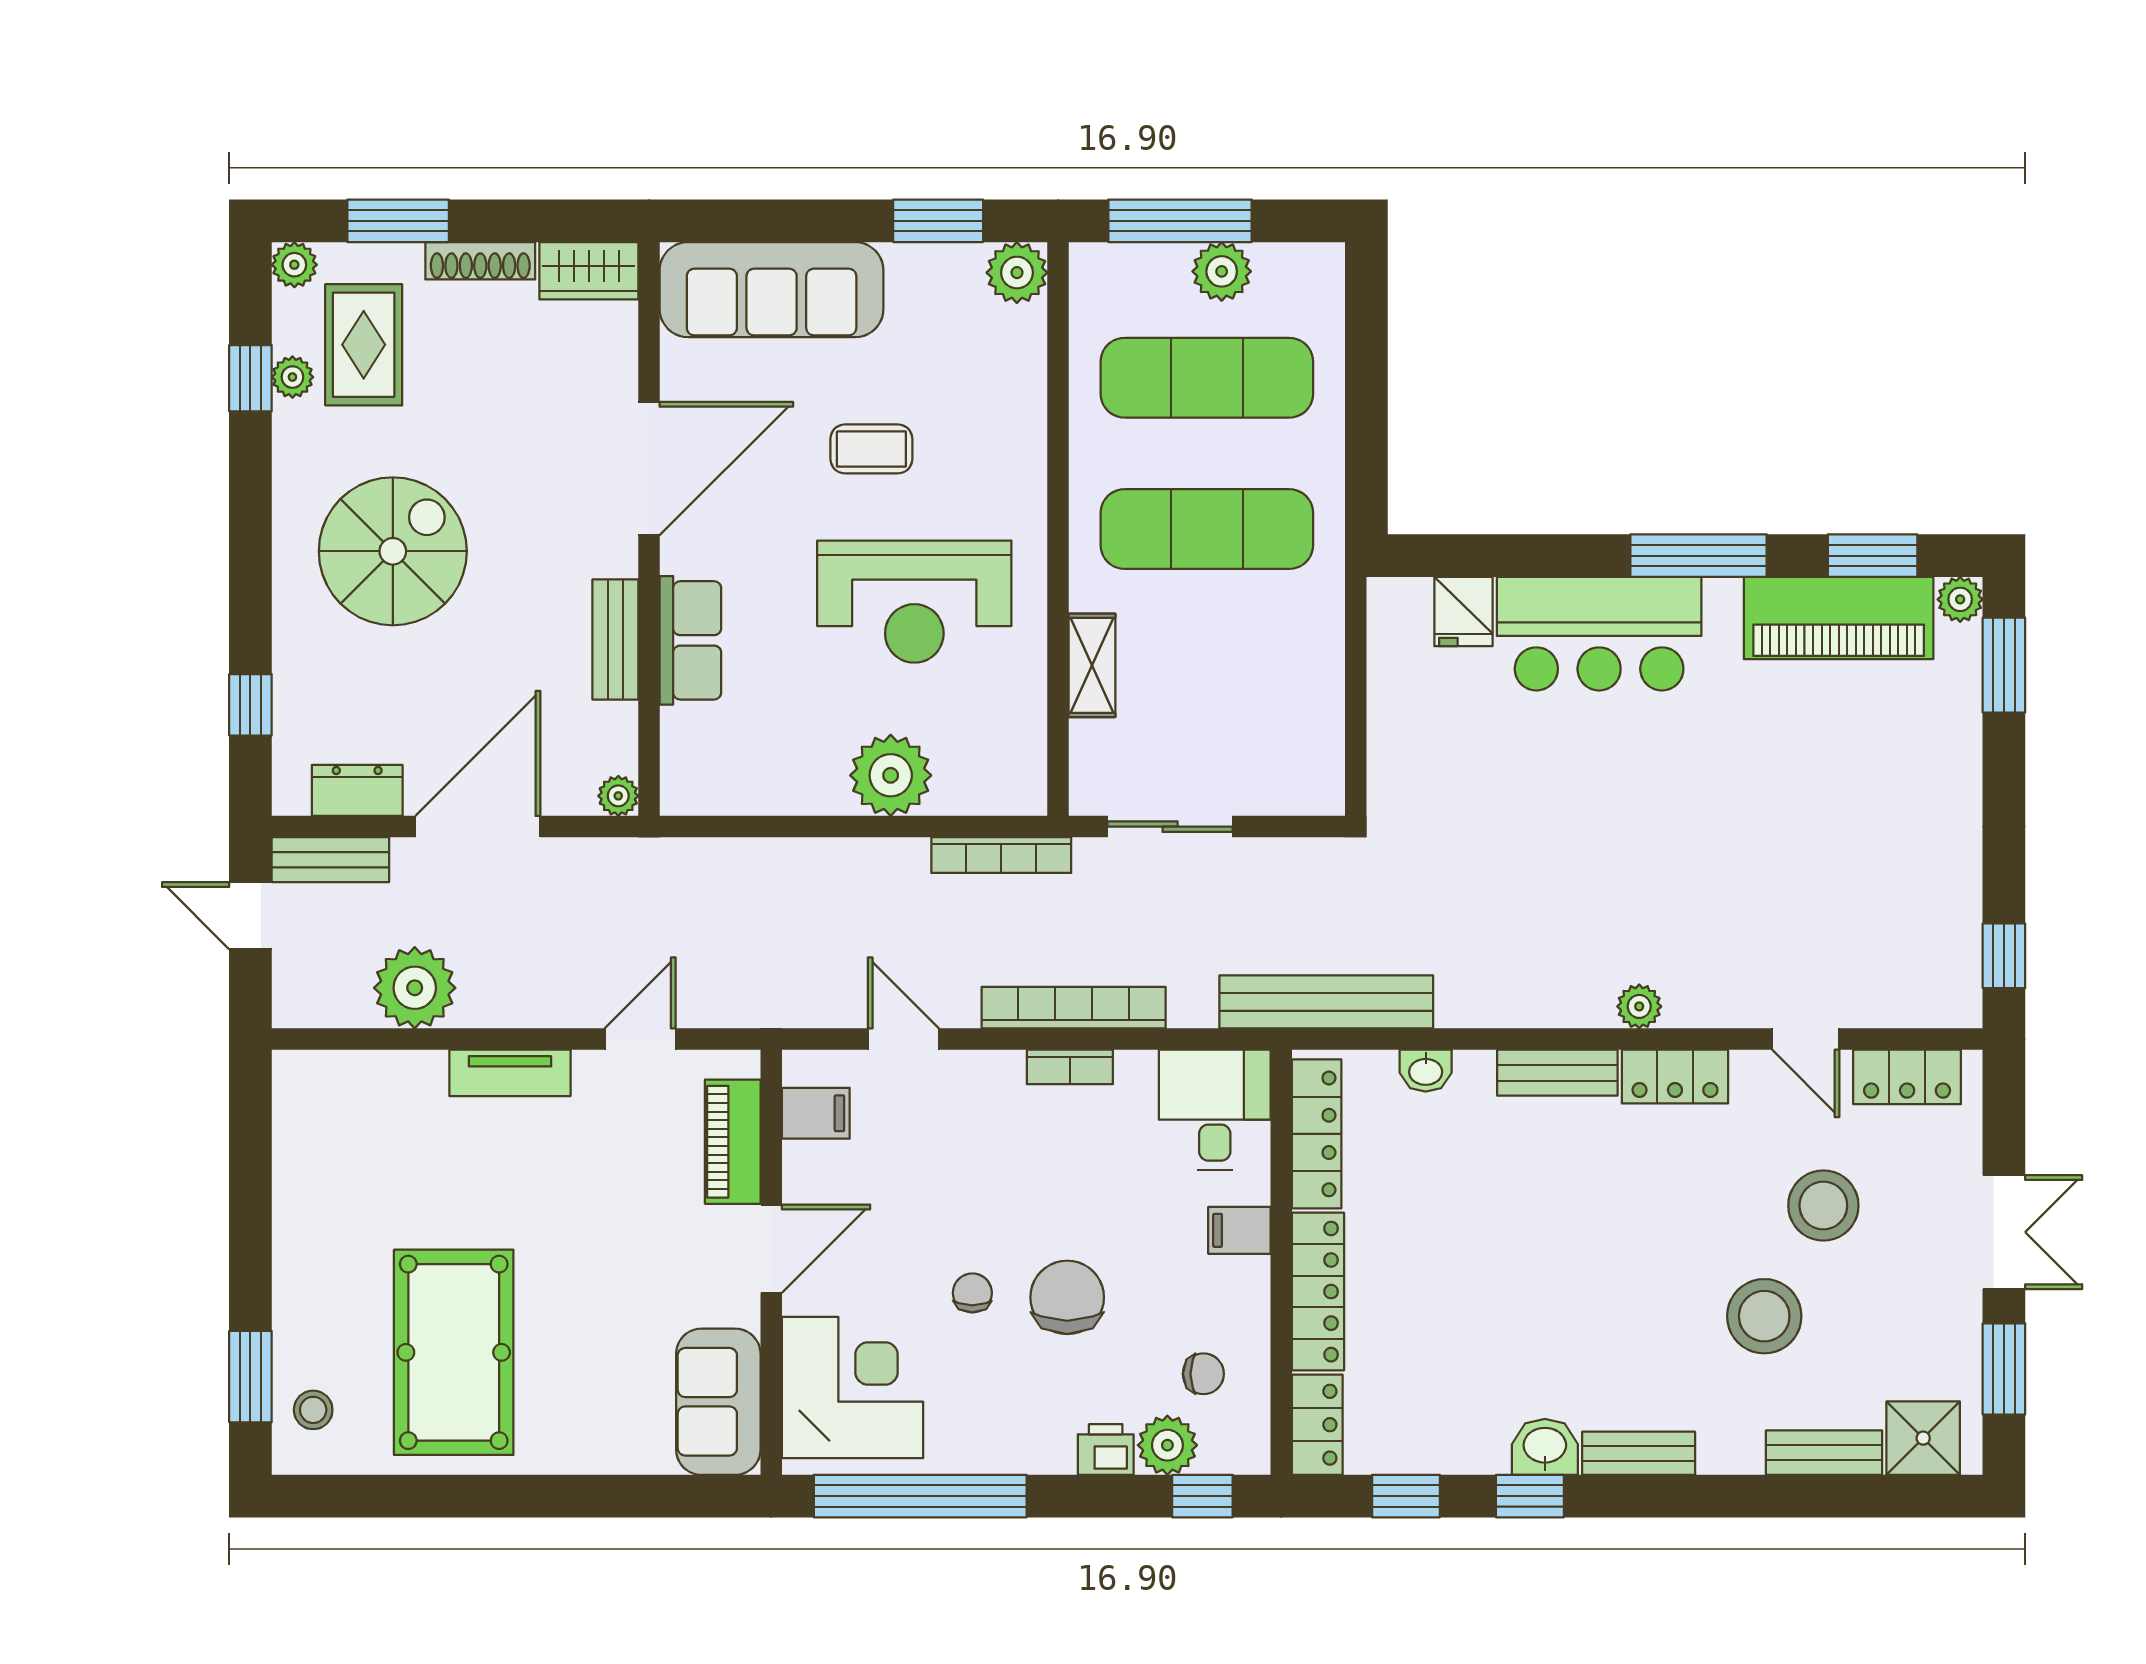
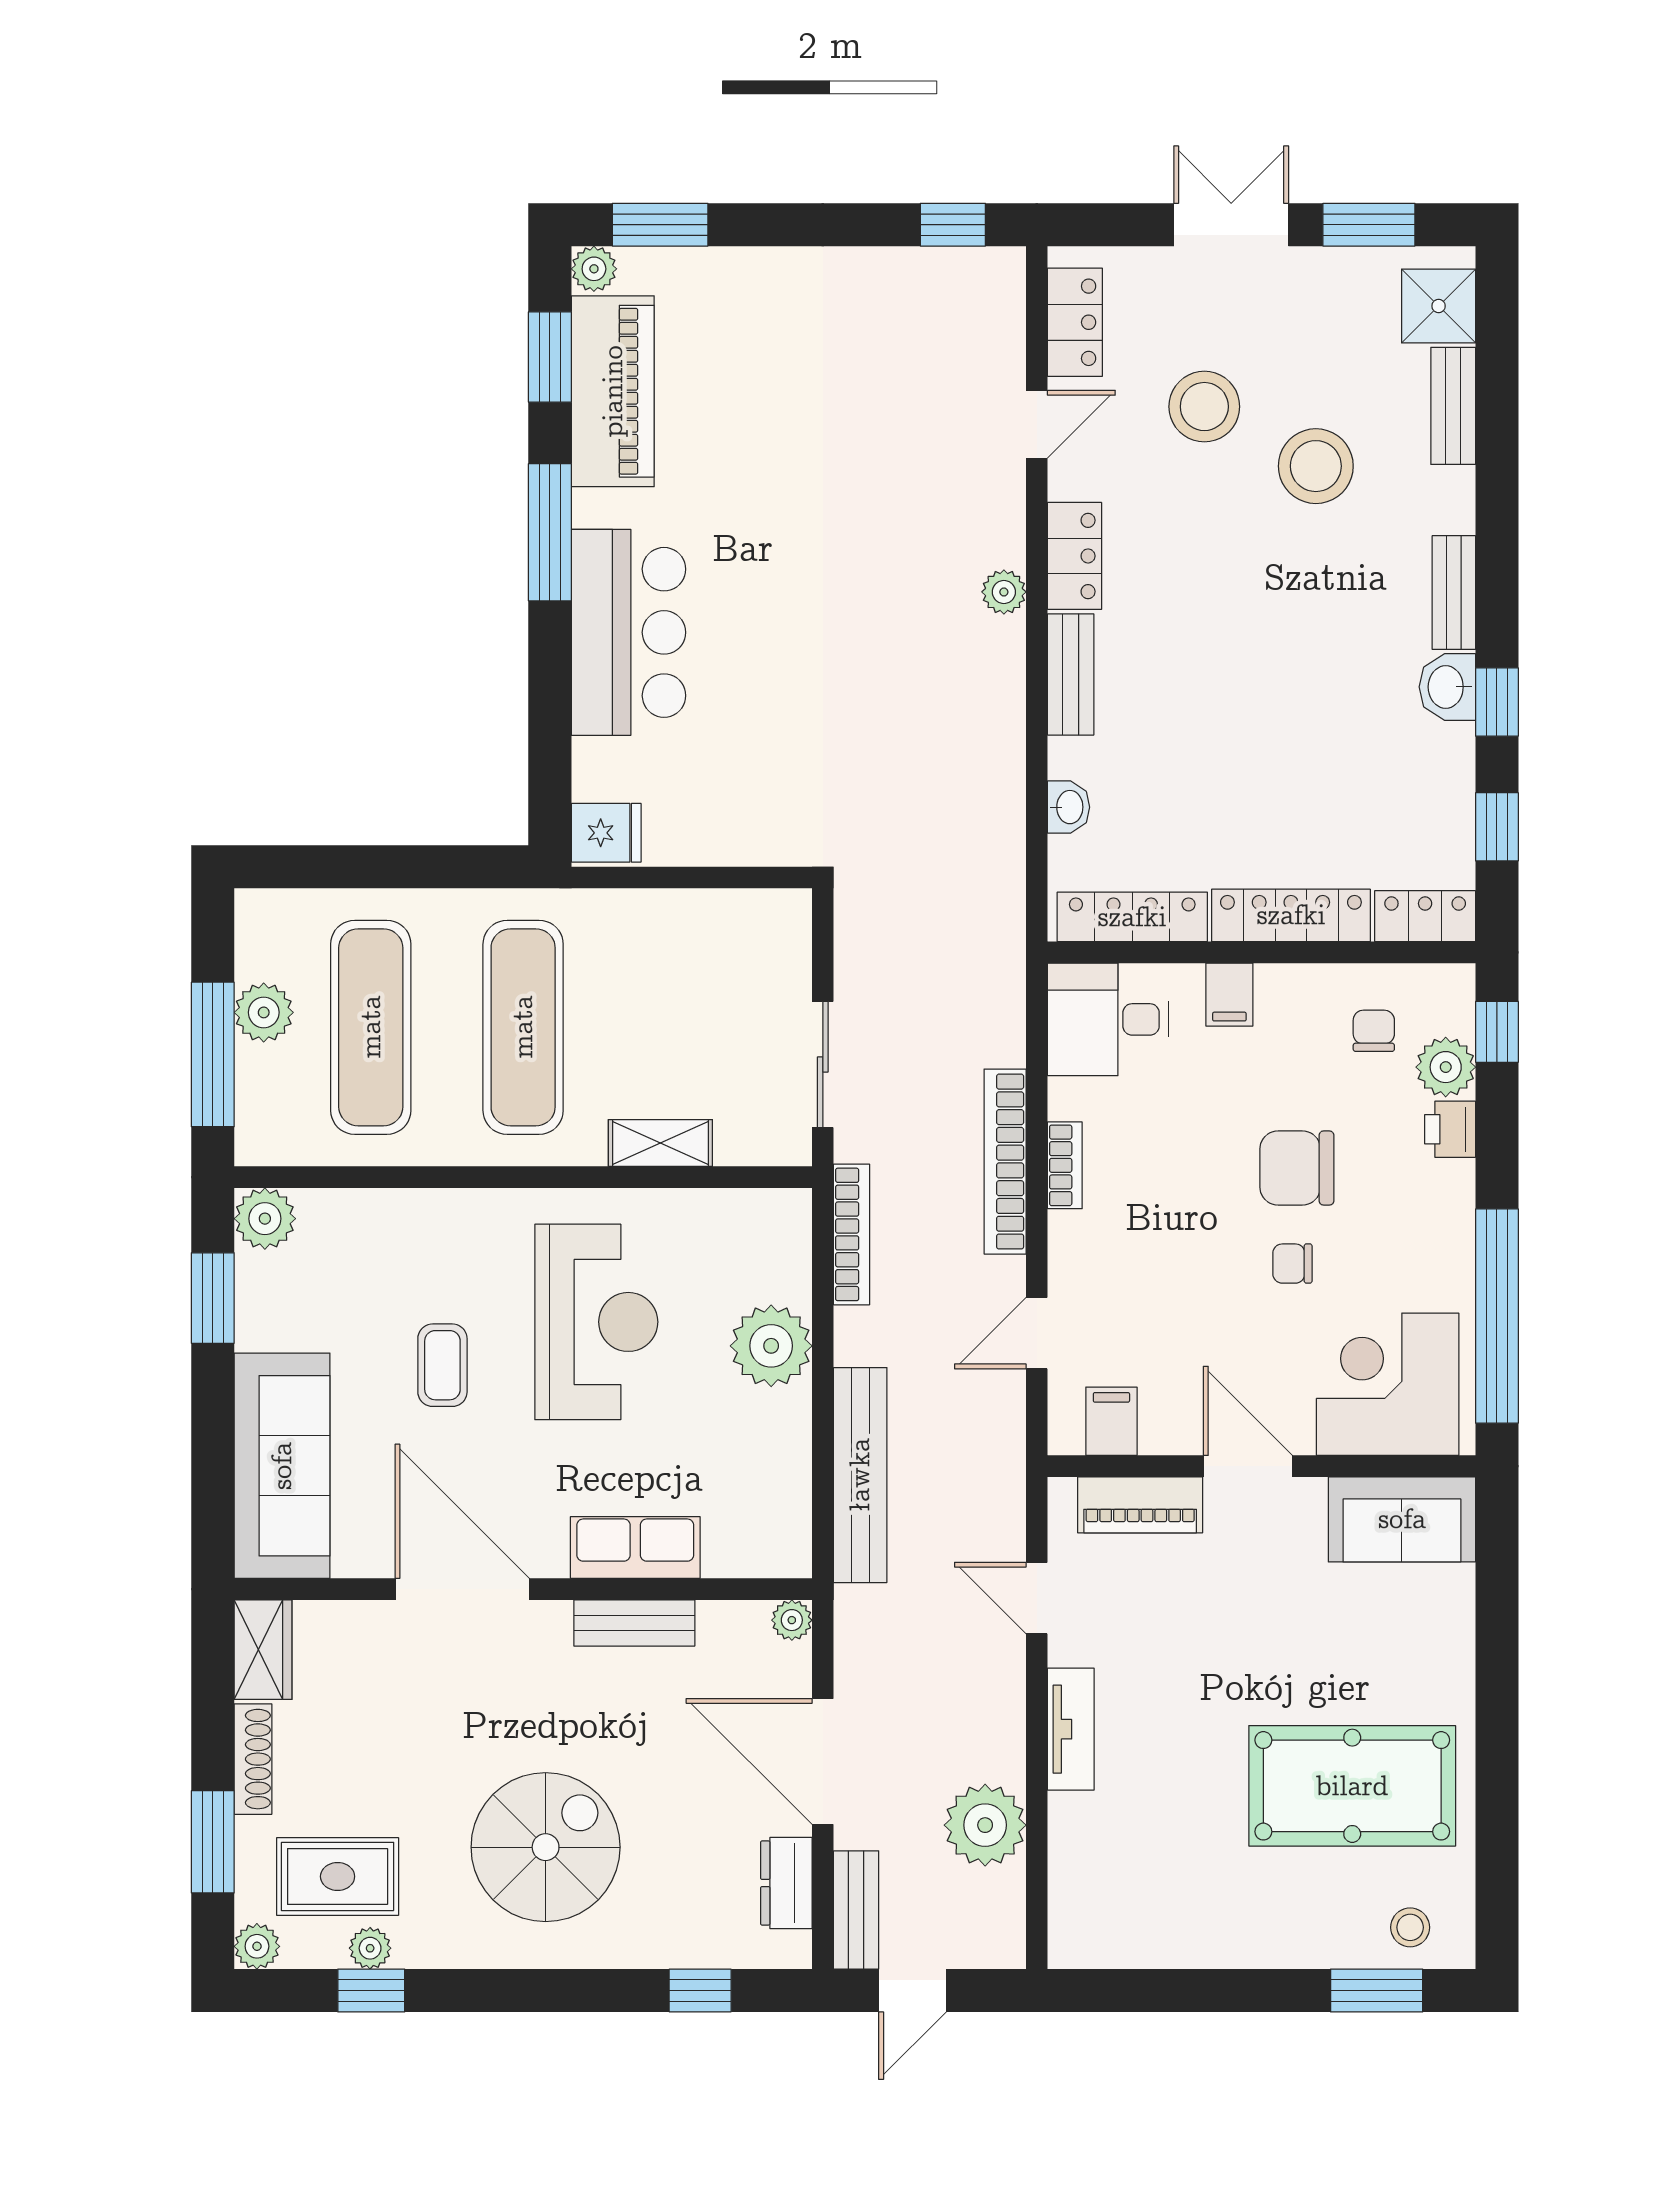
spiral stairs: (393, 551) -> (546, 1847), turned 90
fridge: (1463, 612) -> (606, 833), moved
bench: (1326, 1002) -> (860, 1475), moved

